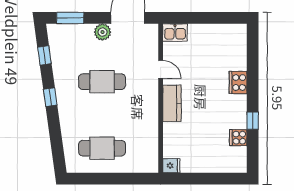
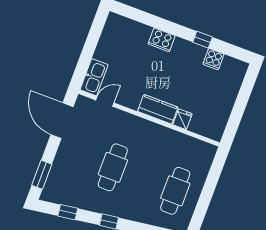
plant: (103, 32) -> (66, 149), removed
kitchen sink: (175, 33) -> (94, 77), width x1.38
door: (161, 69) -> (105, 102), moved
fridge: (171, 166) -> (183, 119), moved

